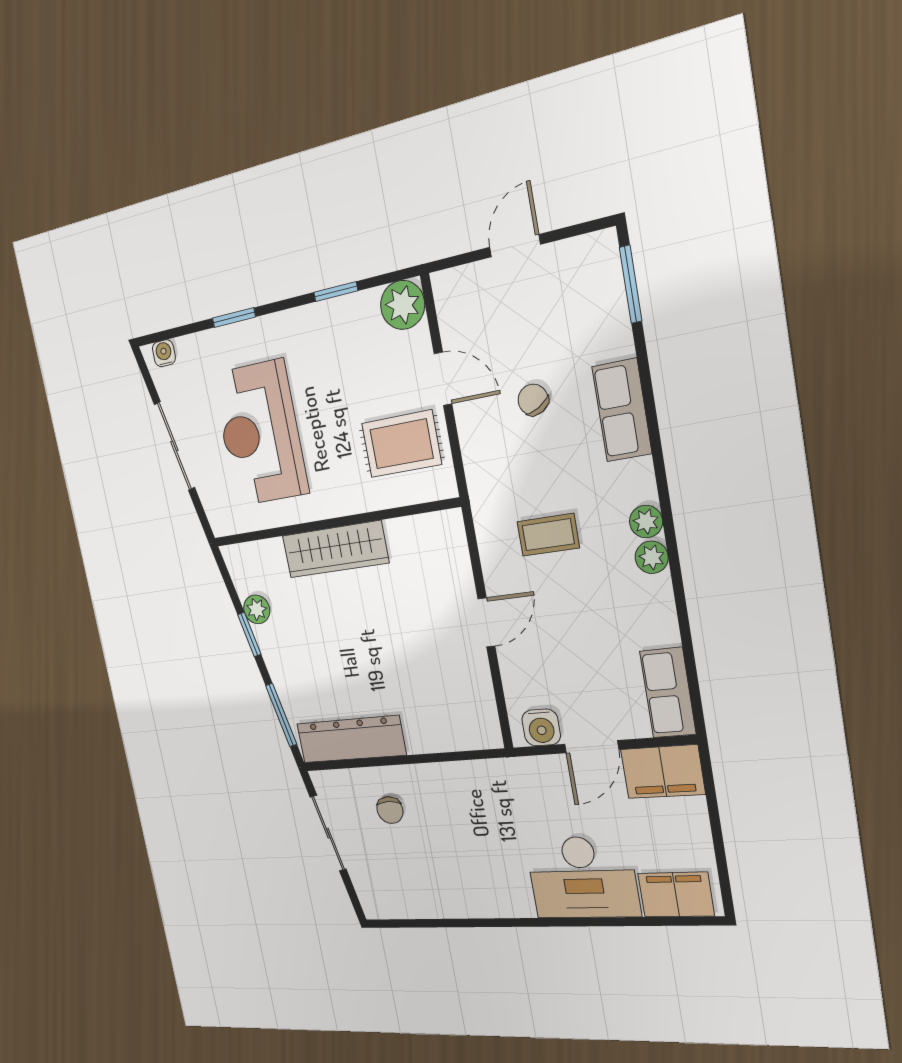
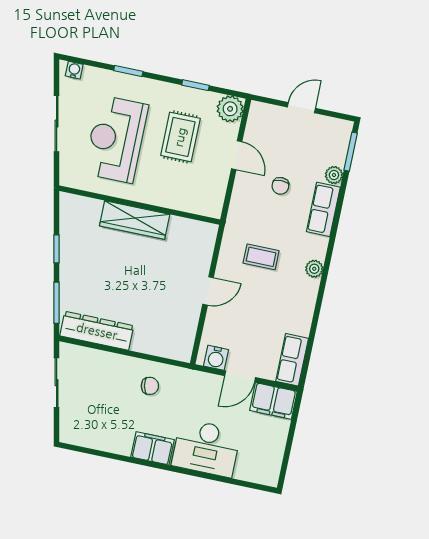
chair: (533, 400) -> (280, 186), turned -150
rug: (401, 444) -> (180, 137), moved, turned 90
plant: (652, 557) -> (334, 175), moved
plant: (257, 609) -> (68, 236), removed
chair: (390, 810) -> (150, 386), moved, turned -102
filing cabinet: (676, 895) -> (153, 448), moved

